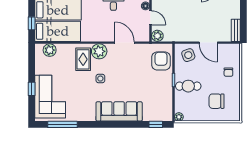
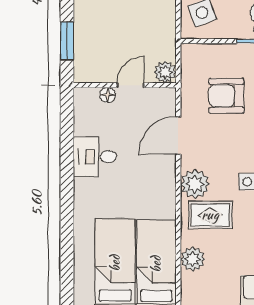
plant: (50, 50) -> (193, 259), moved
armchair: (161, 61) -> (227, 96), moved

